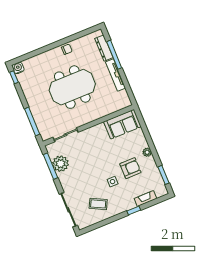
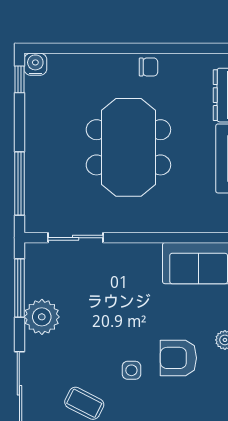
meeting table: (72, 87) -> (128, 147), turned 90
plant: (61, 164) -> (42, 317), moved
armchair: (130, 168) -> (178, 358), turned 180

